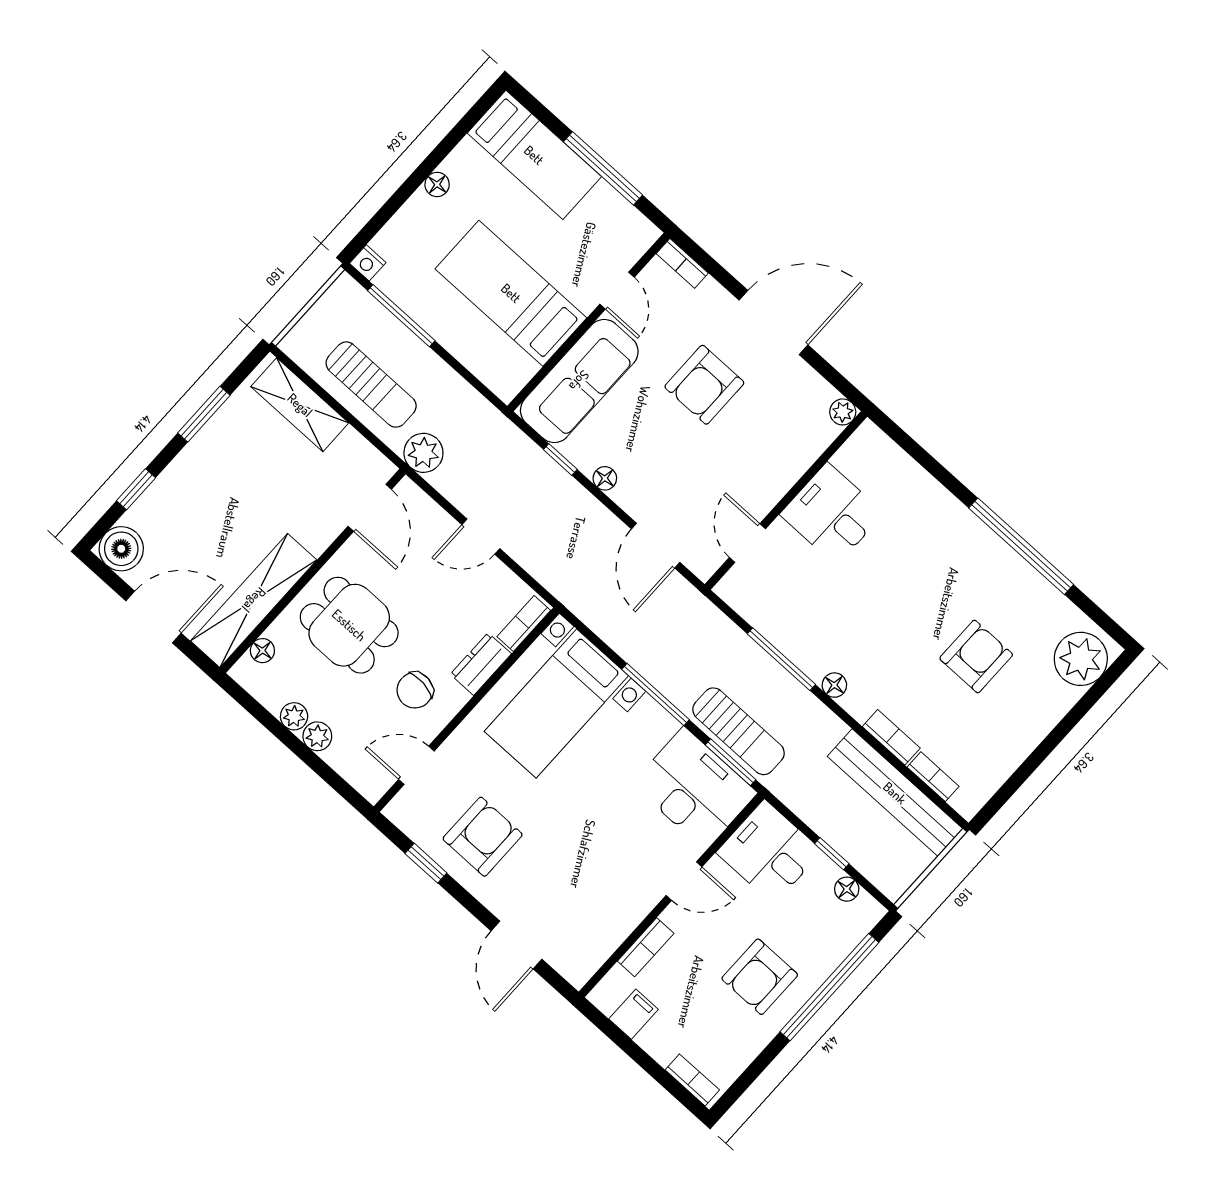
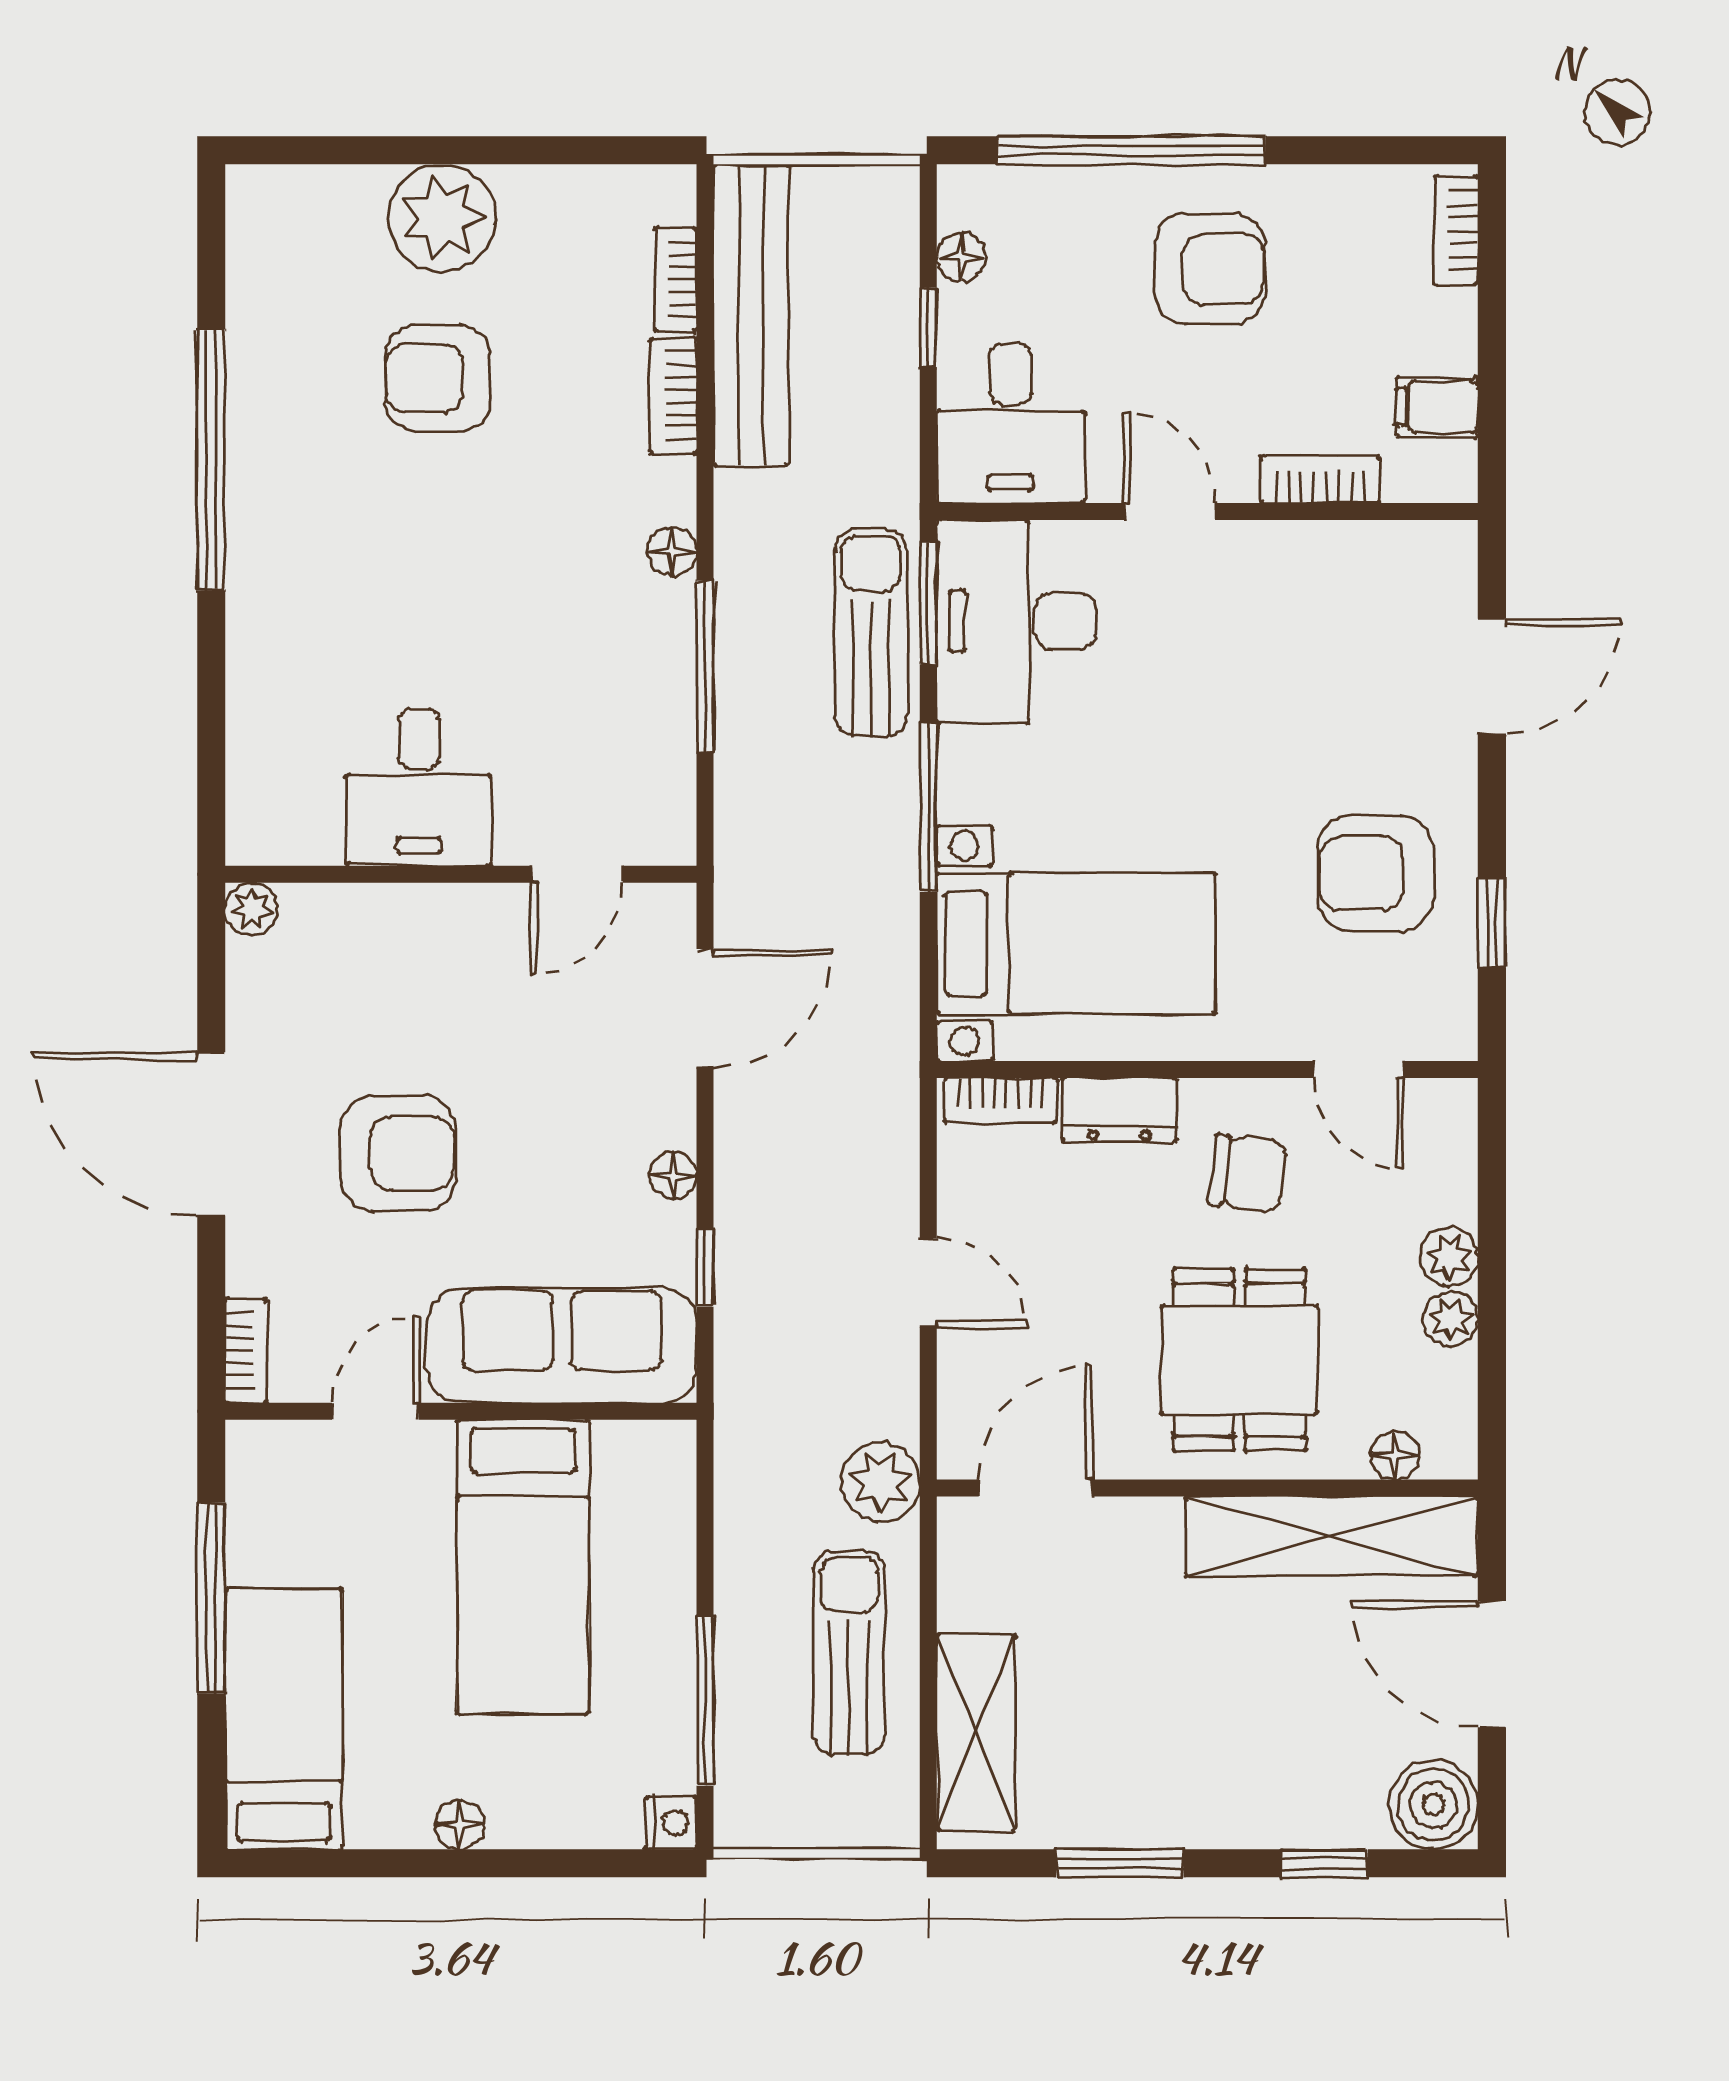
plant: (1081, 659) -> (442, 218), moved

